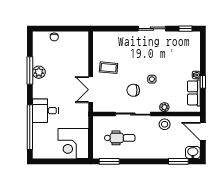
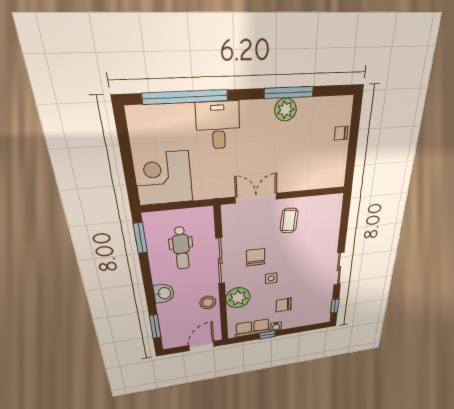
chair: (177, 69) -> (284, 305), added
plant: (164, 107) -> (238, 298), width x1.87, depth x1.87
washbasin: (193, 152) -> (164, 293), moved

